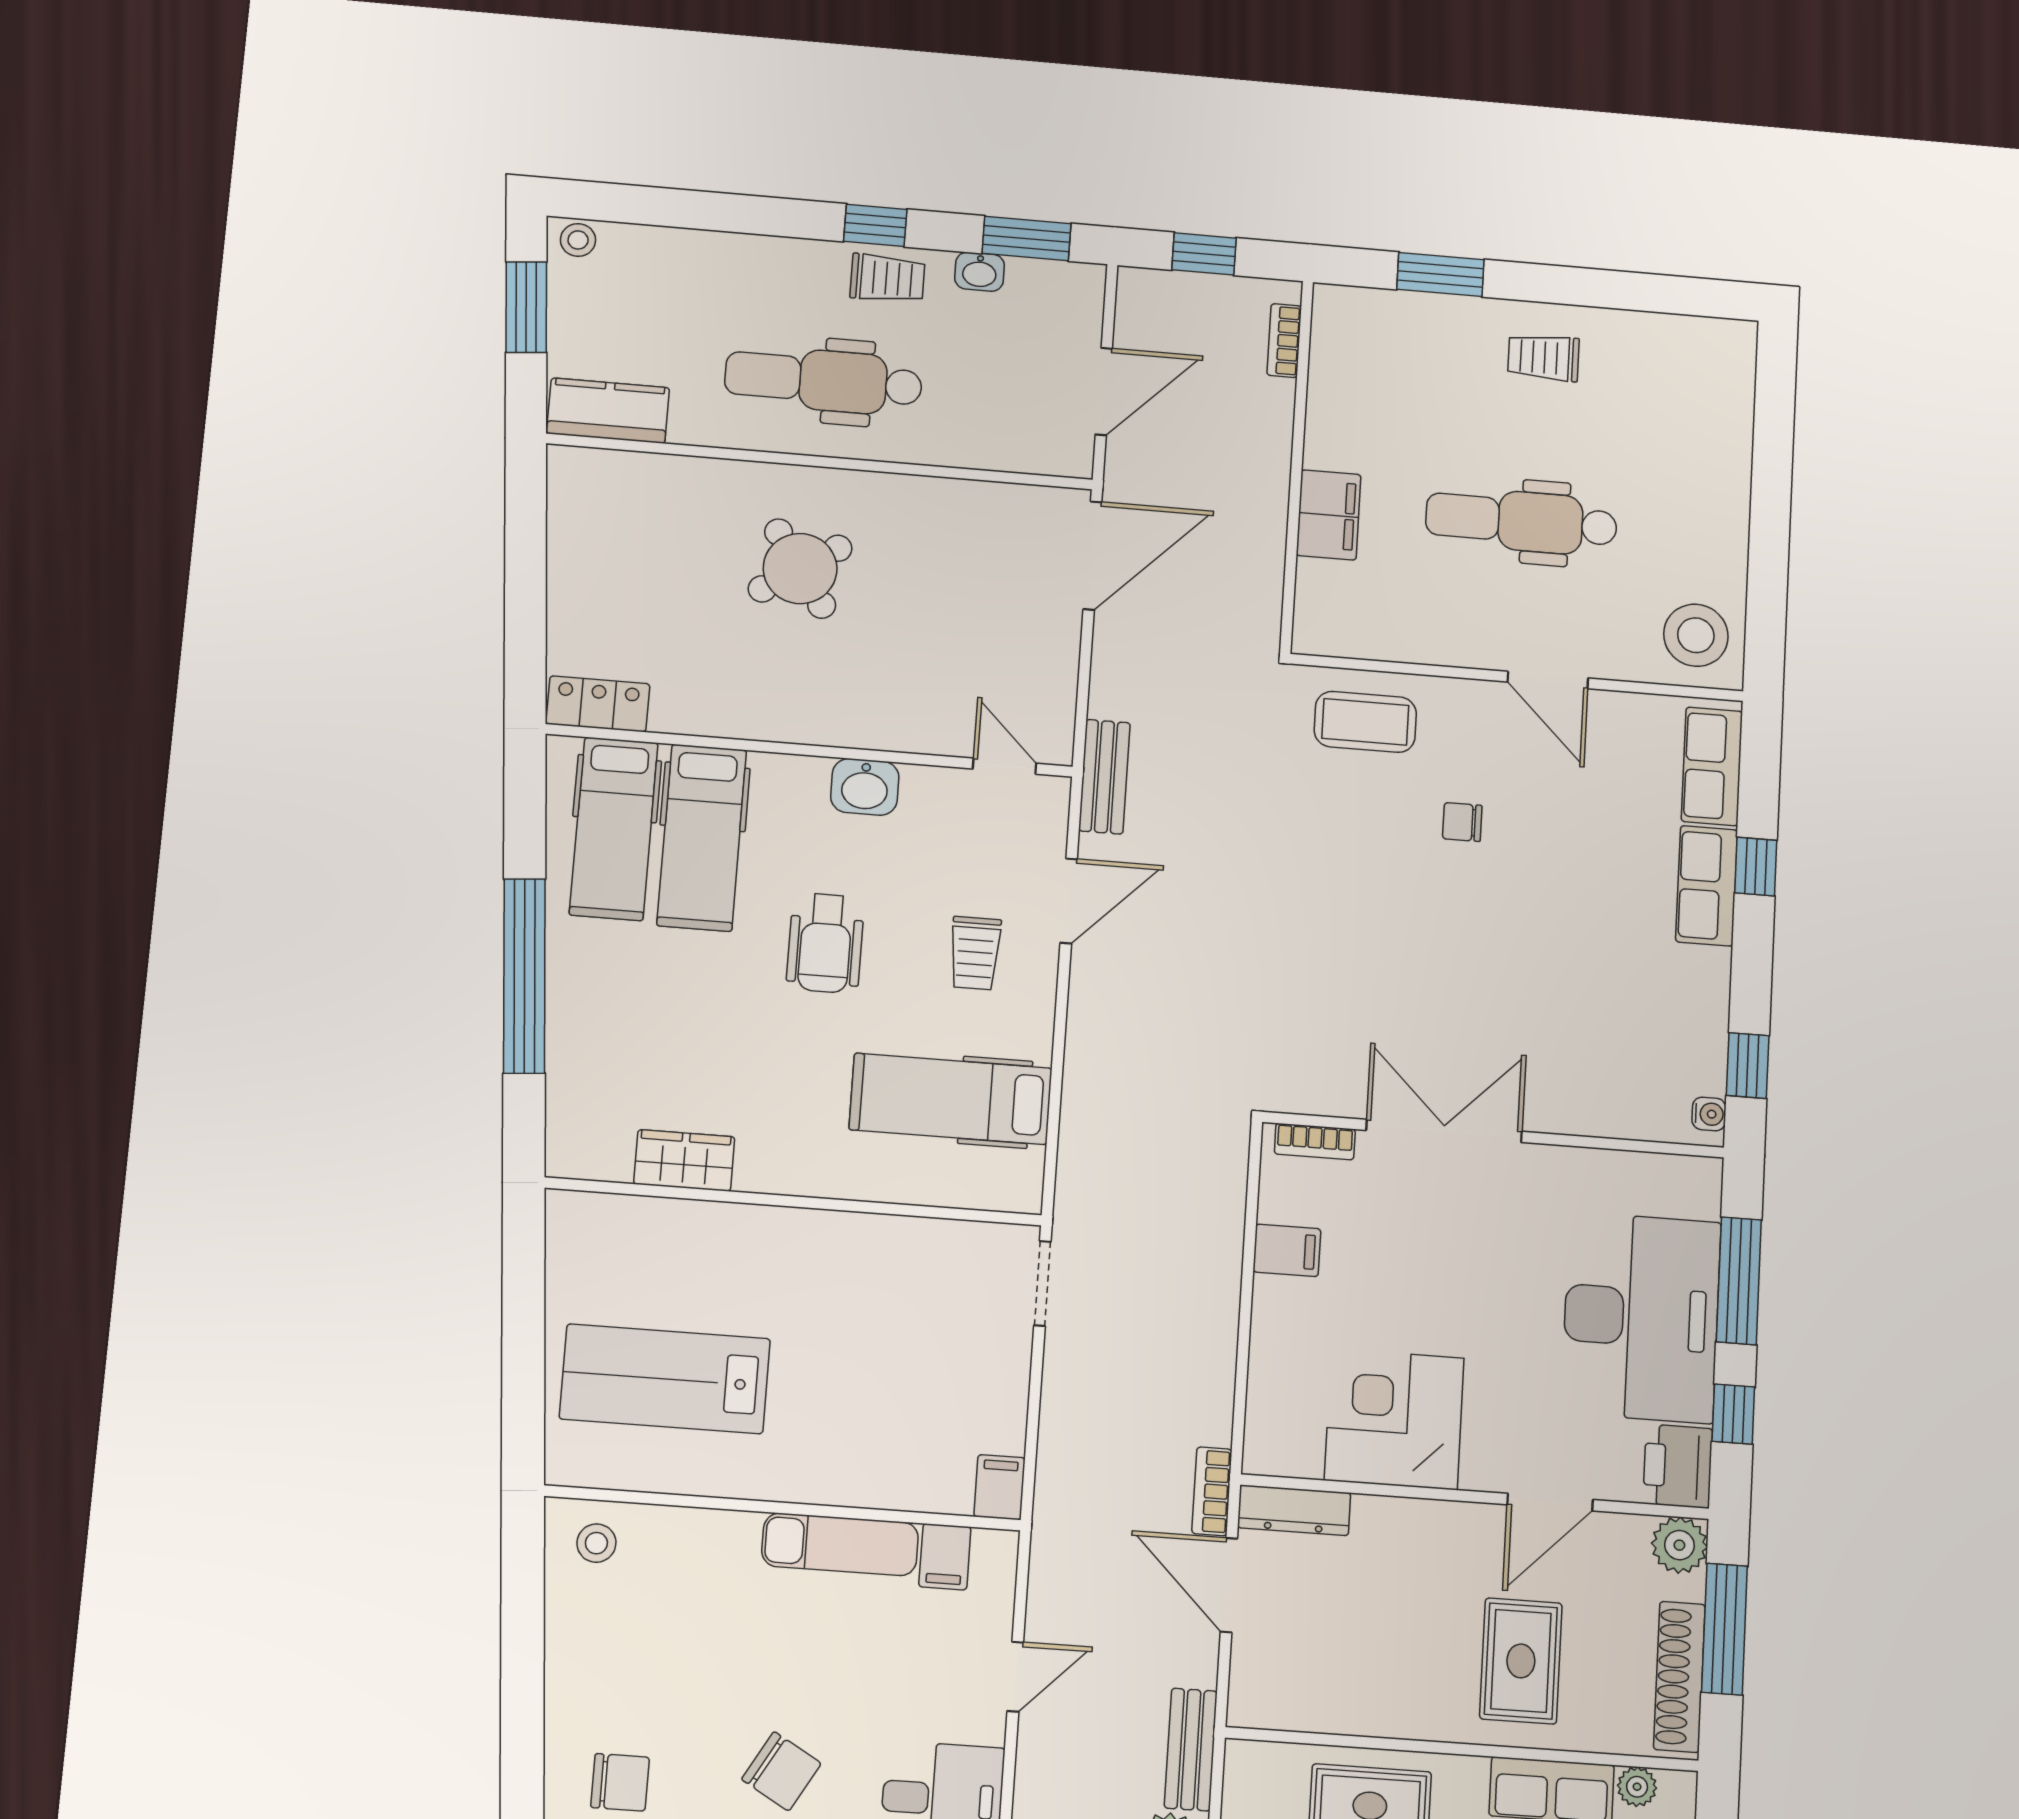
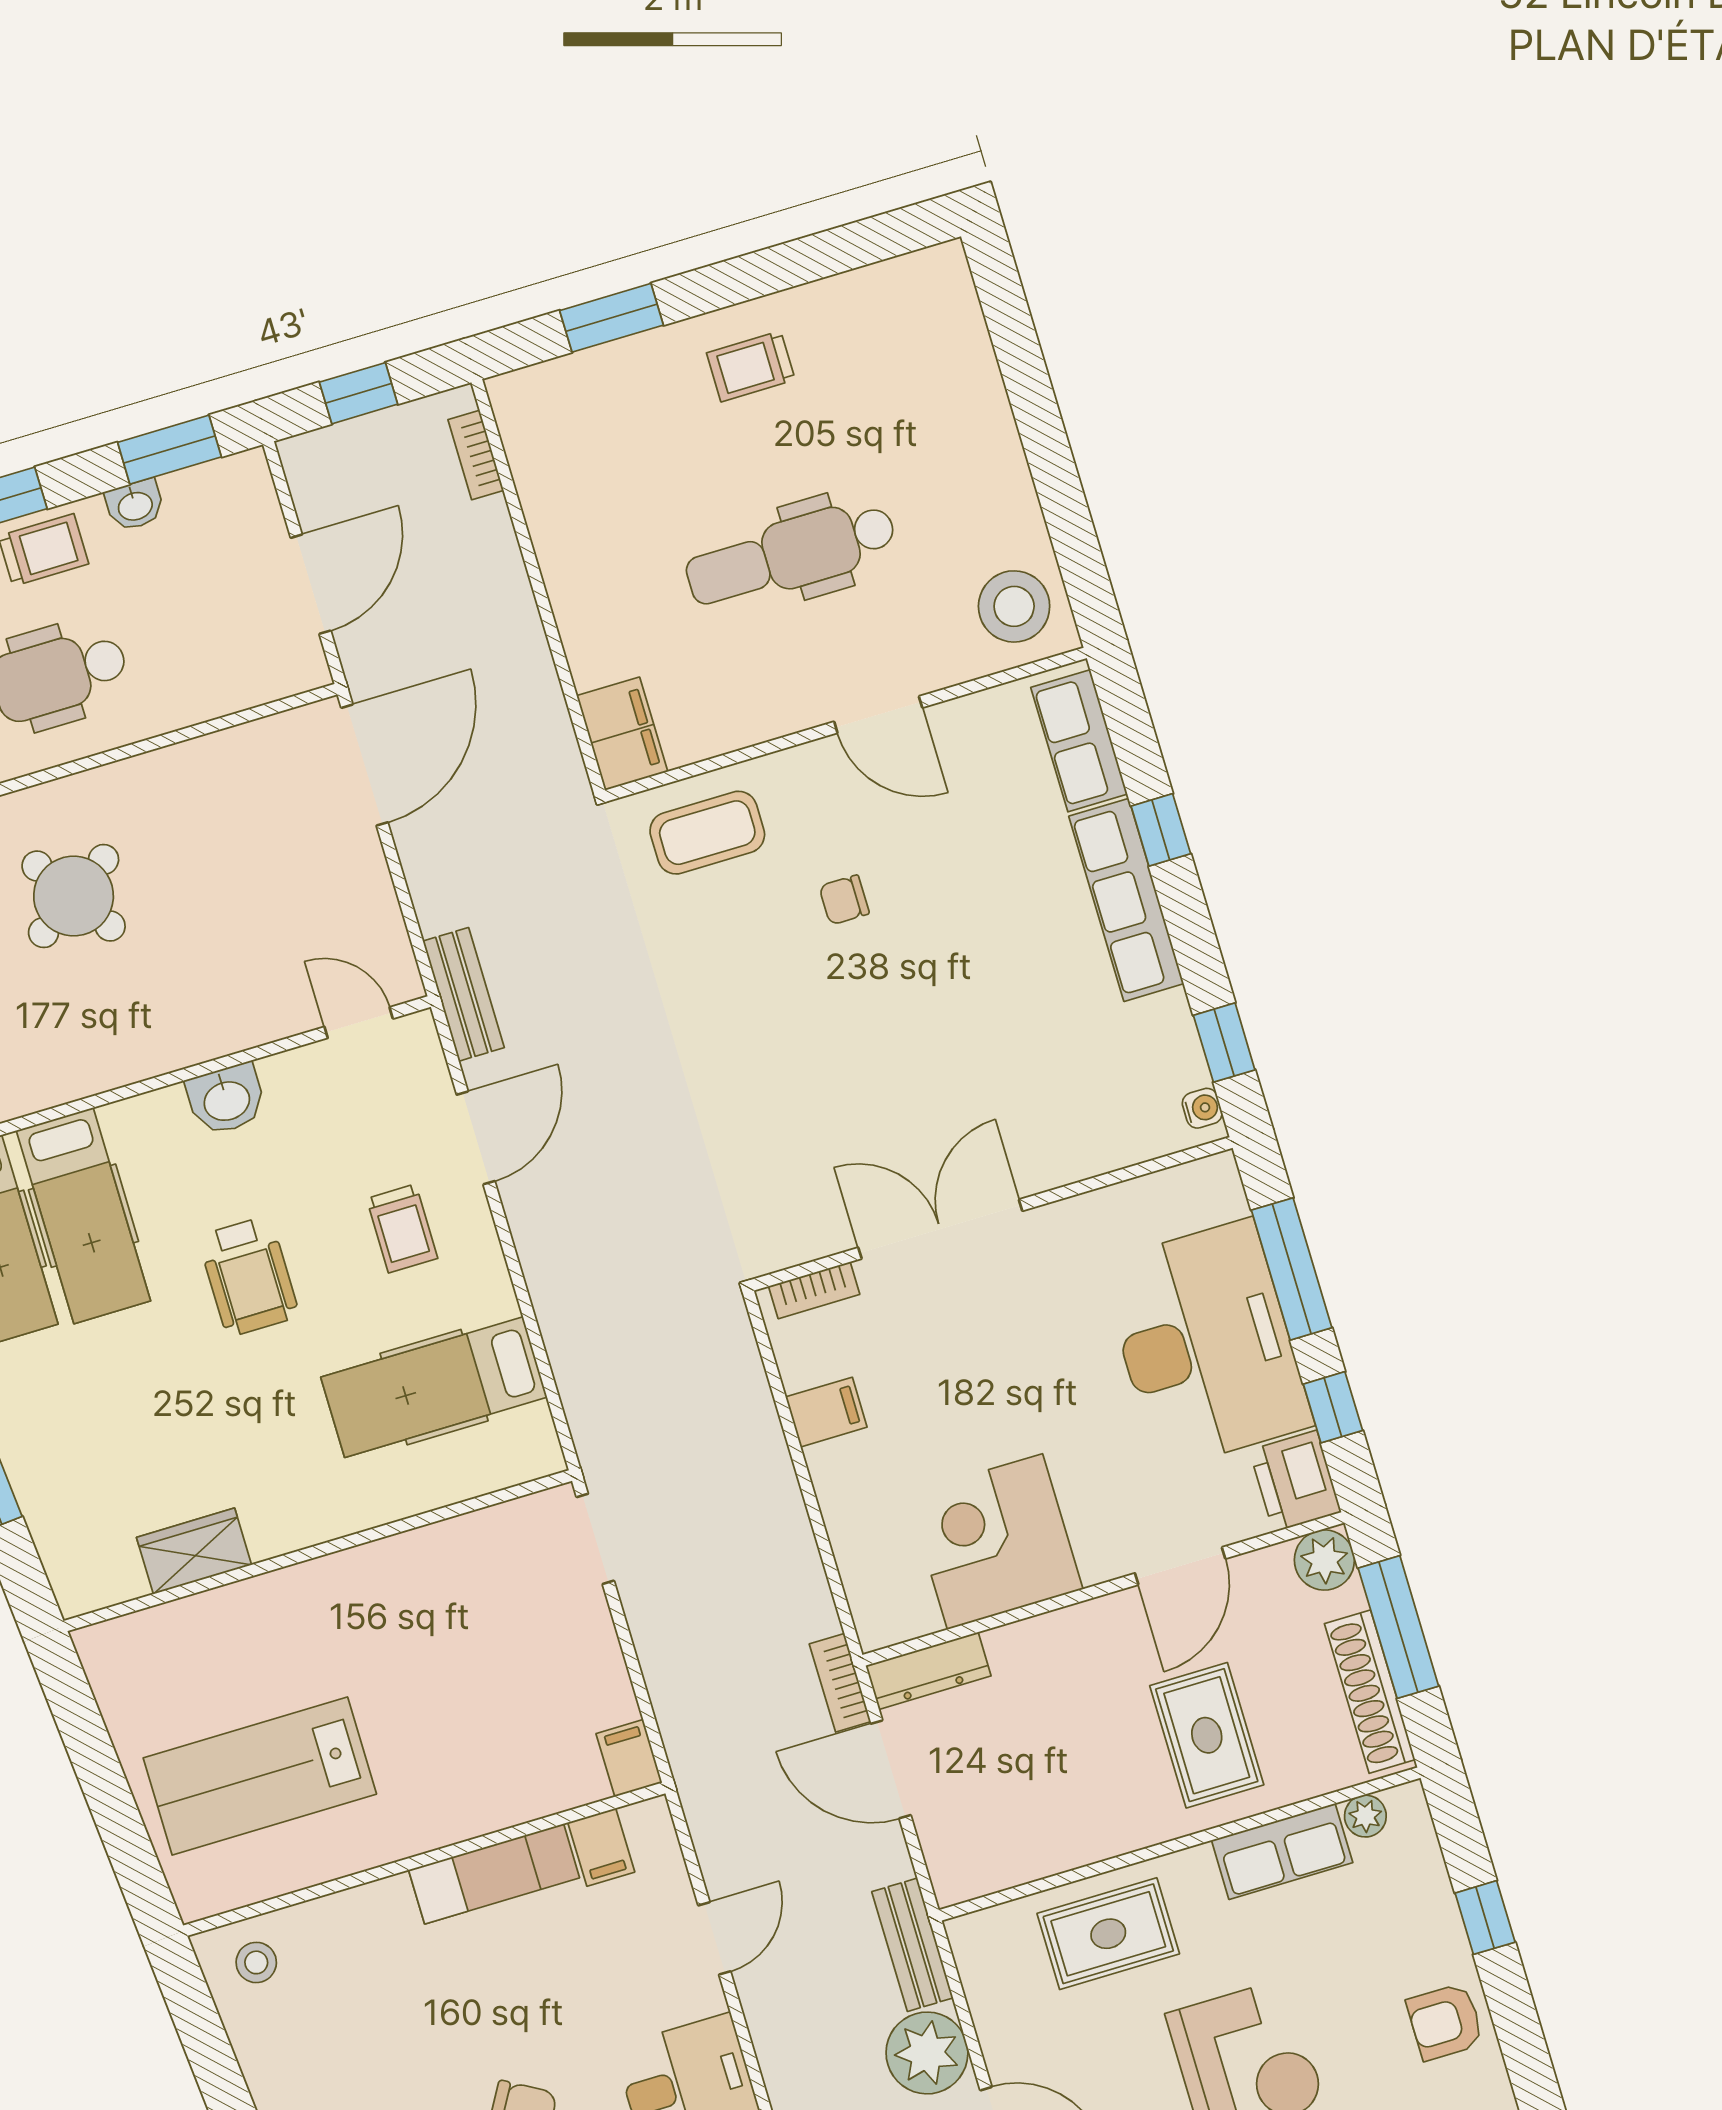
filing cabinet: (1329, 515) -> (622, 734), moved
row of seats: (1707, 886) -> (1126, 900), width x1.48

